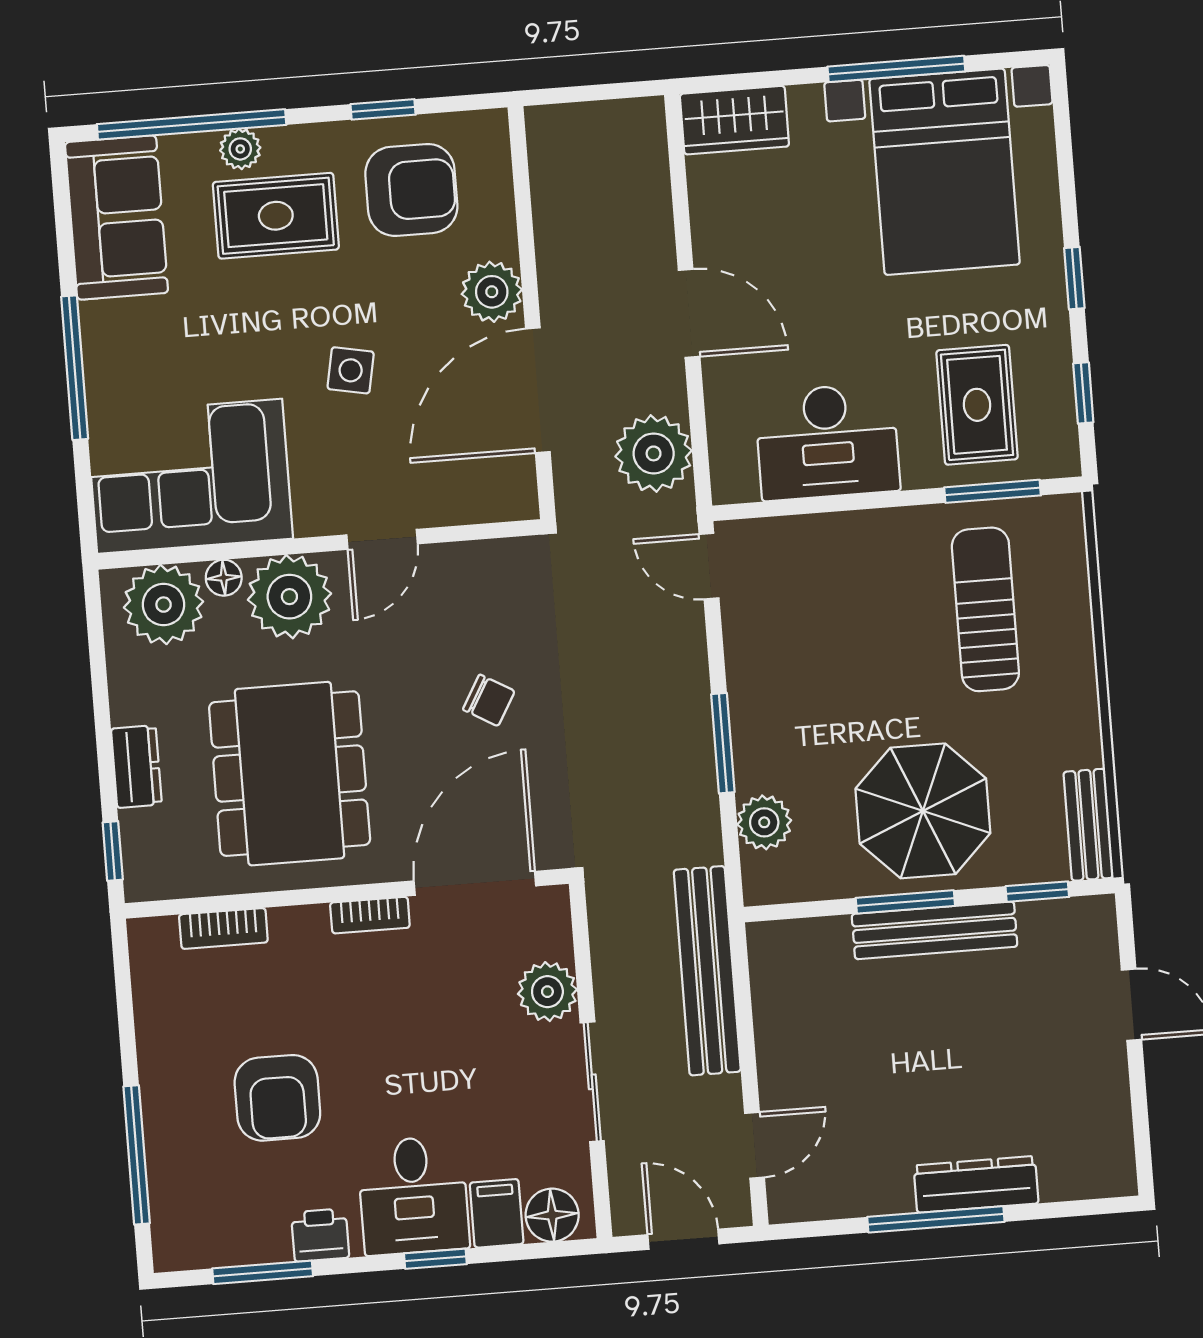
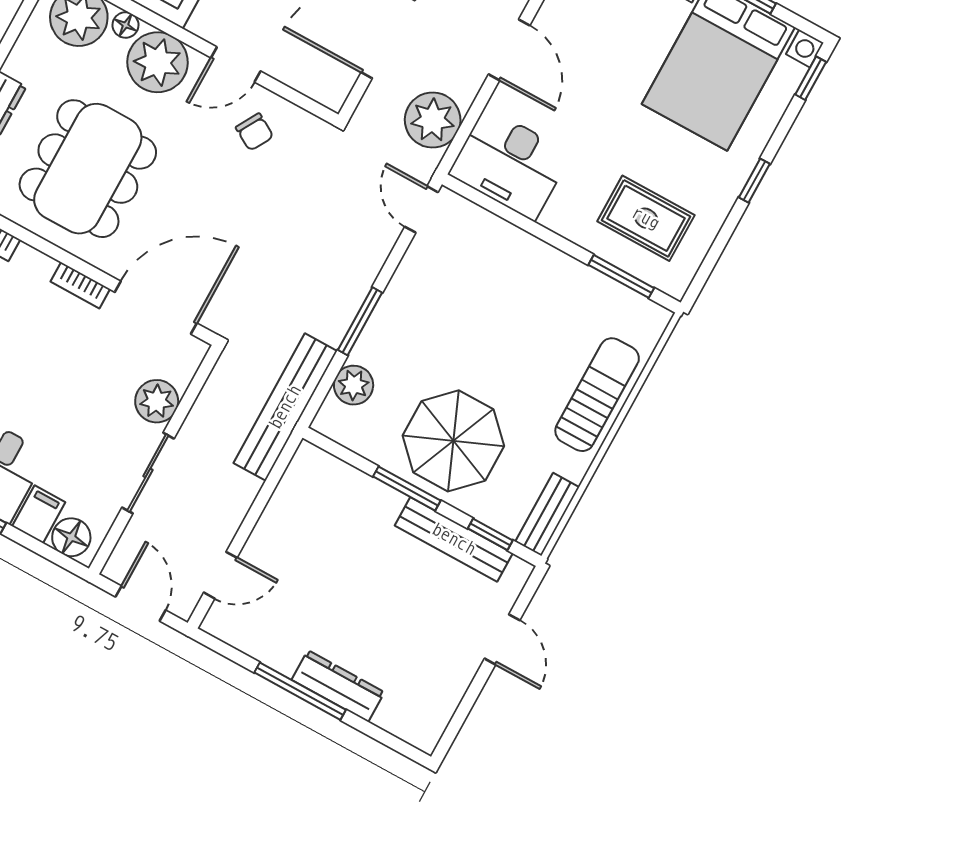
window: (1083, 393) -> (811, 78), moved
rug: (977, 405) -> (646, 218), turned 90
desk: (827, 442) -> (510, 164), moved
sun lounger: (985, 609) -> (597, 395), moved
chair: (489, 700) -> (255, 132), moved
bench: (935, 930) -> (454, 539), moved
bench: (707, 971) -> (285, 407), moved

